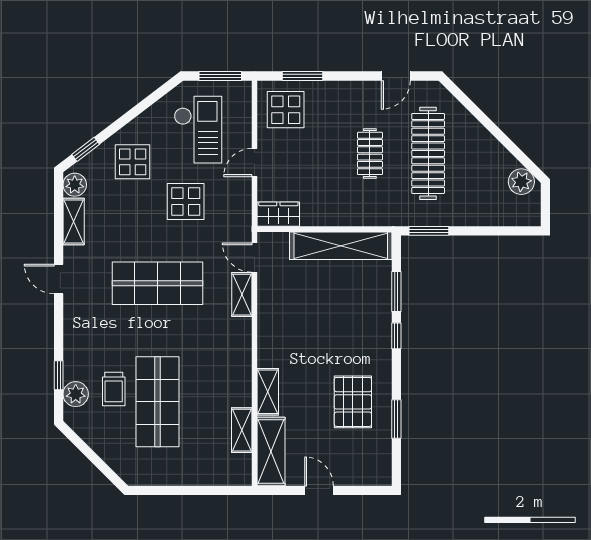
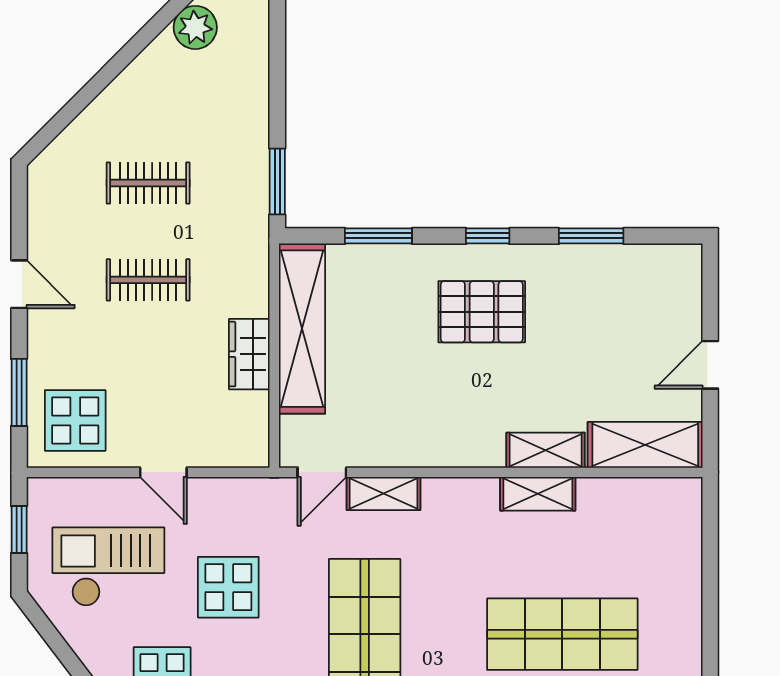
window: (220, 76) -> (19, 529), width x0.67
door: (396, 76) -> (19, 284), moved
clothes rail: (428, 153) -> (148, 183), width x0.54, depth x0.76
wardrobe: (278, 214) -> (249, 354), moved
window: (396, 336) -> (488, 236), moved
pallet: (353, 402) -> (482, 312), moved
shelving: (242, 430) -> (538, 494), moved

